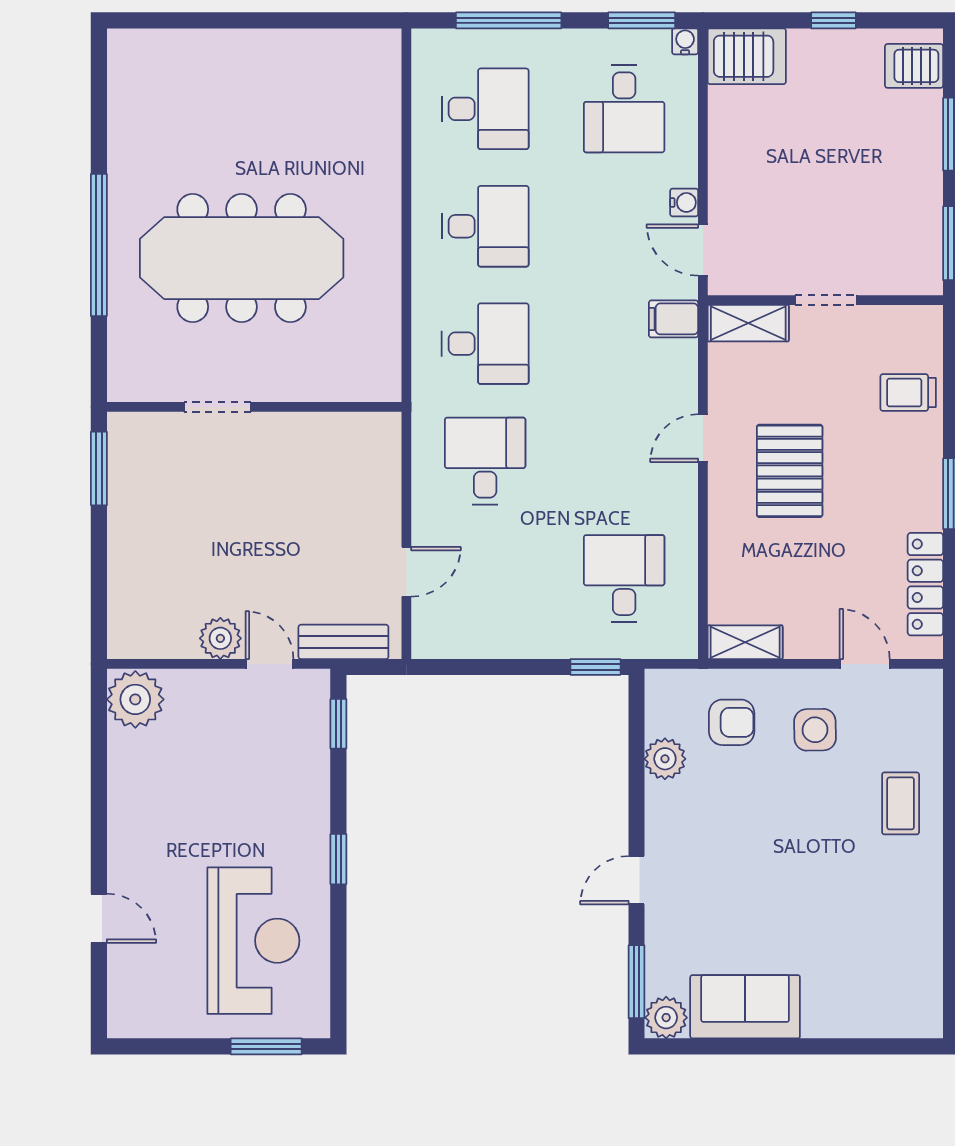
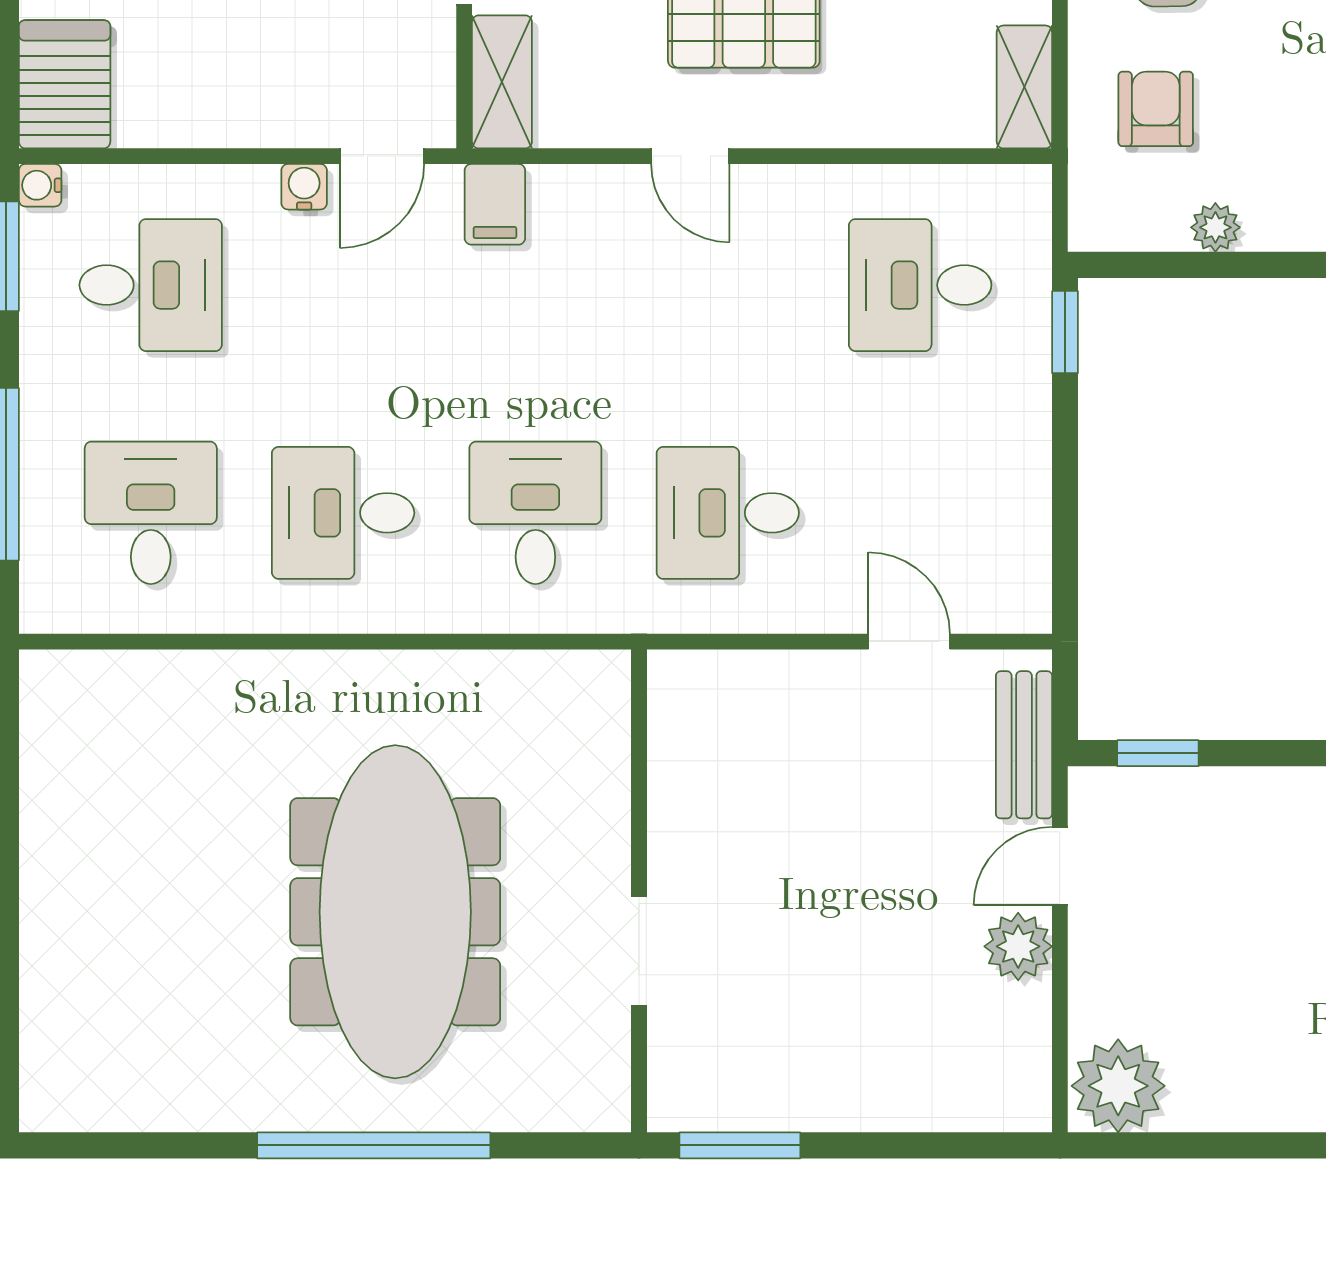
desk: (485, 226) -> (343, 513), turned -90
plant: (665, 759) -> (1215, 227), width x0.73, depth x0.73

